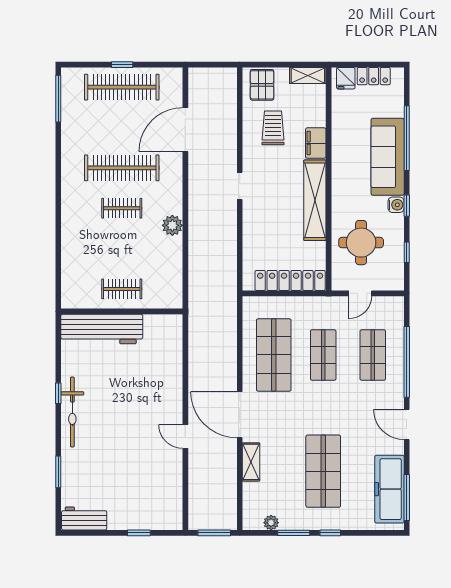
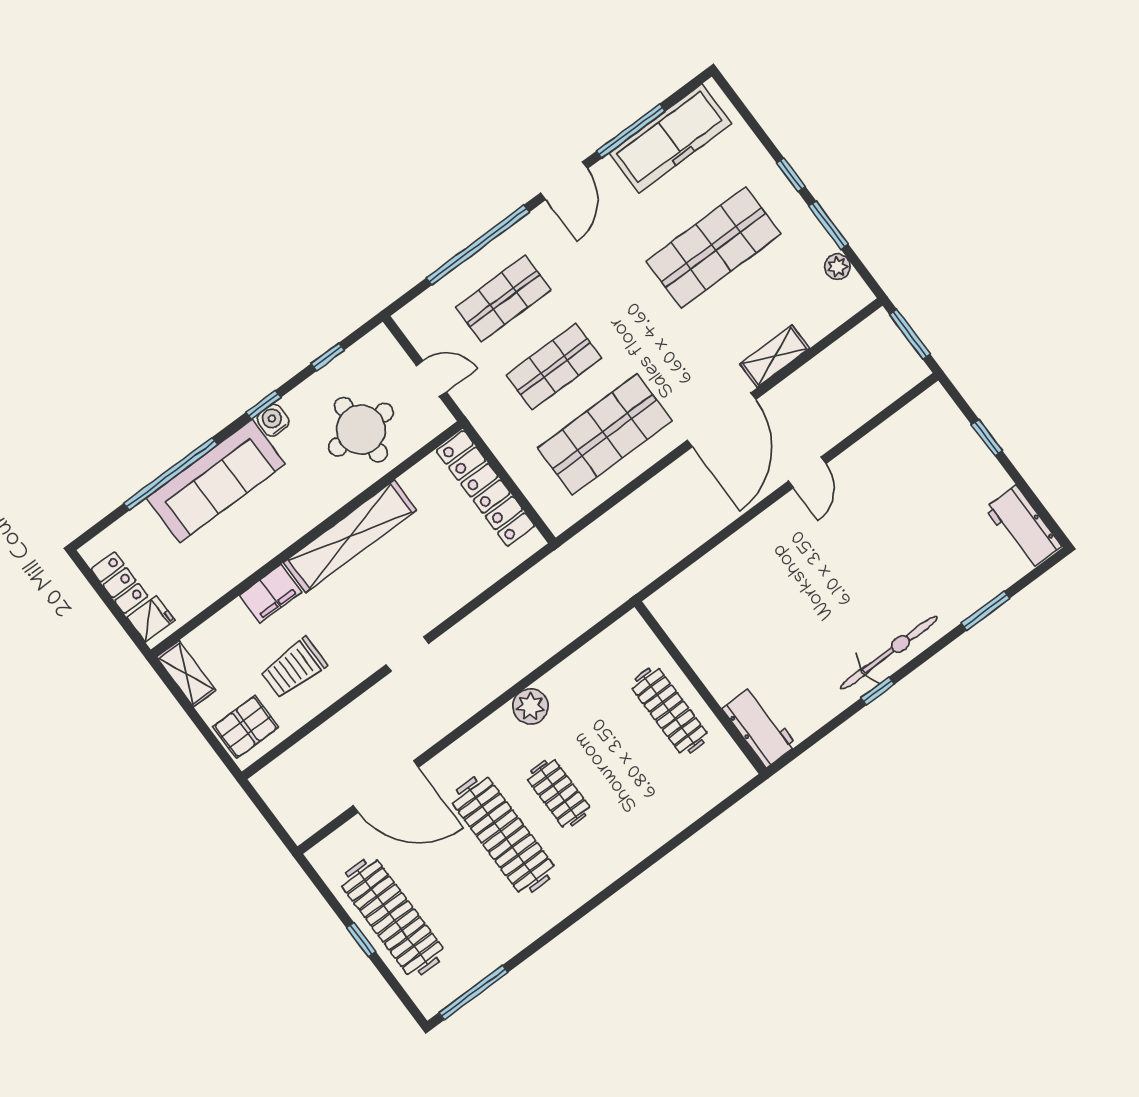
clothes rail: (122, 289) -> (669, 711), width x1.36
workbench: (102, 329) -> (759, 727), width x0.53, depth x0.76
window: (407, 497) -> (631, 131), moved

